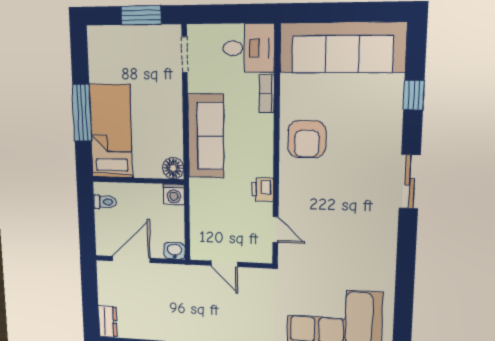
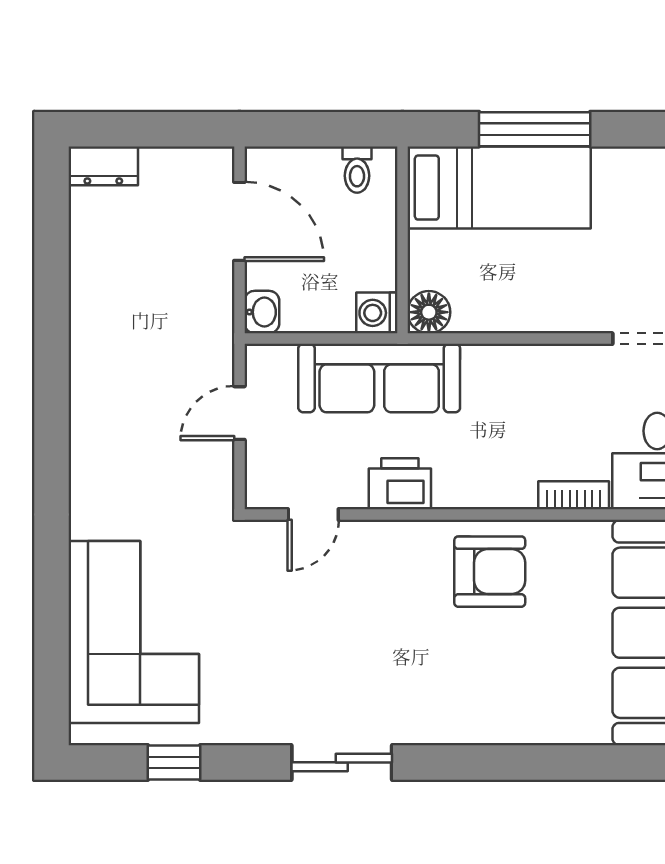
window: (414, 95) -> (174, 762), moved
sofa: (206, 136) -> (379, 378), moved
armchair: (307, 139) -> (490, 572), turned 180
sliding door: (410, 182) -> (342, 762), moved
printer: (263, 189) -> (400, 484), width x1.36, depth x1.24

